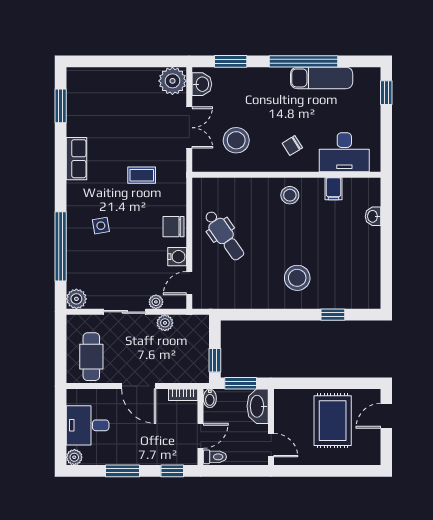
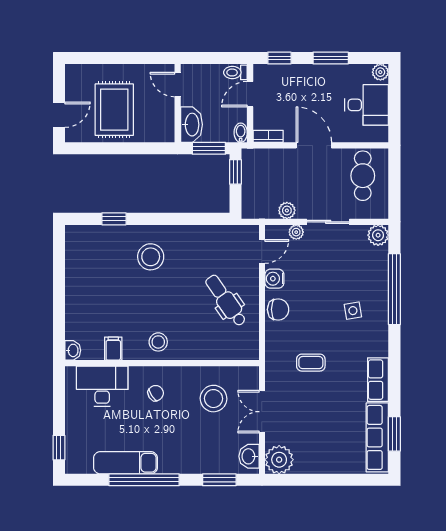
row of seats: (77, 102) -> (377, 437), added
washbasin: (373, 216) -> (73, 350), moved

